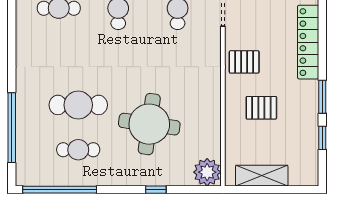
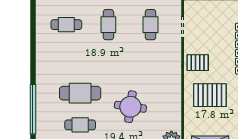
pallet: (261, 108) -> (210, 95), width x1.50, depth x1.42
round table: (149, 124) -> (130, 107), width x0.73, depth x0.73

